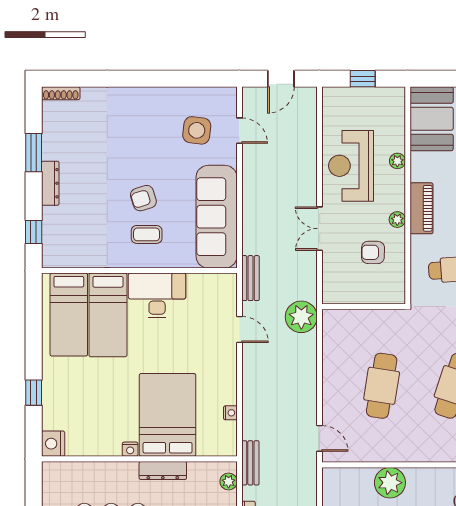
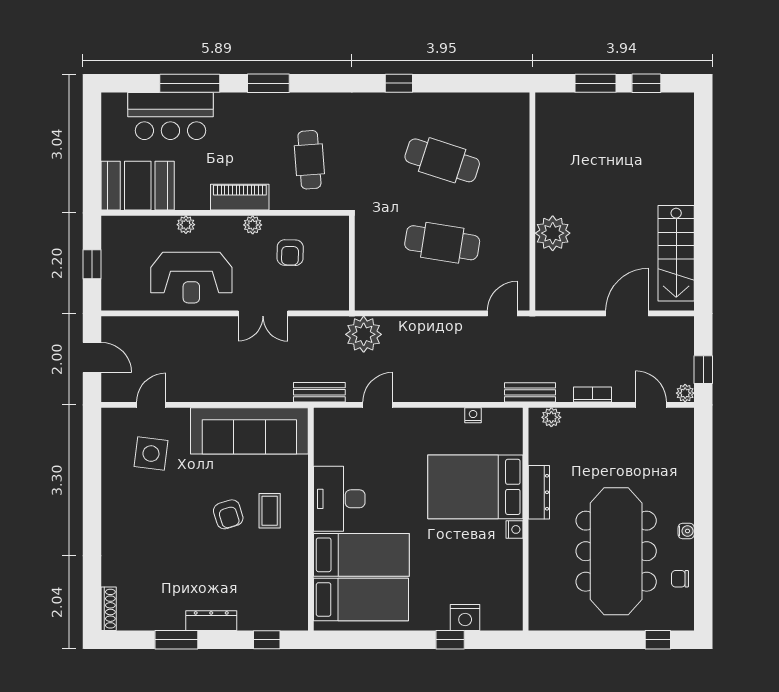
nightstand: (53, 444) -> (465, 617), moved

